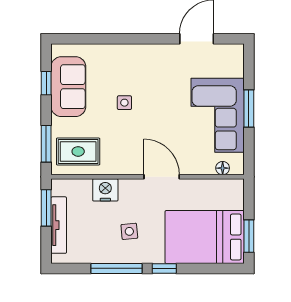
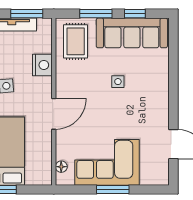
sofa: (68, 87) -> (132, 33), width x1.36
window: (46, 144) -> (96, 14), moved

